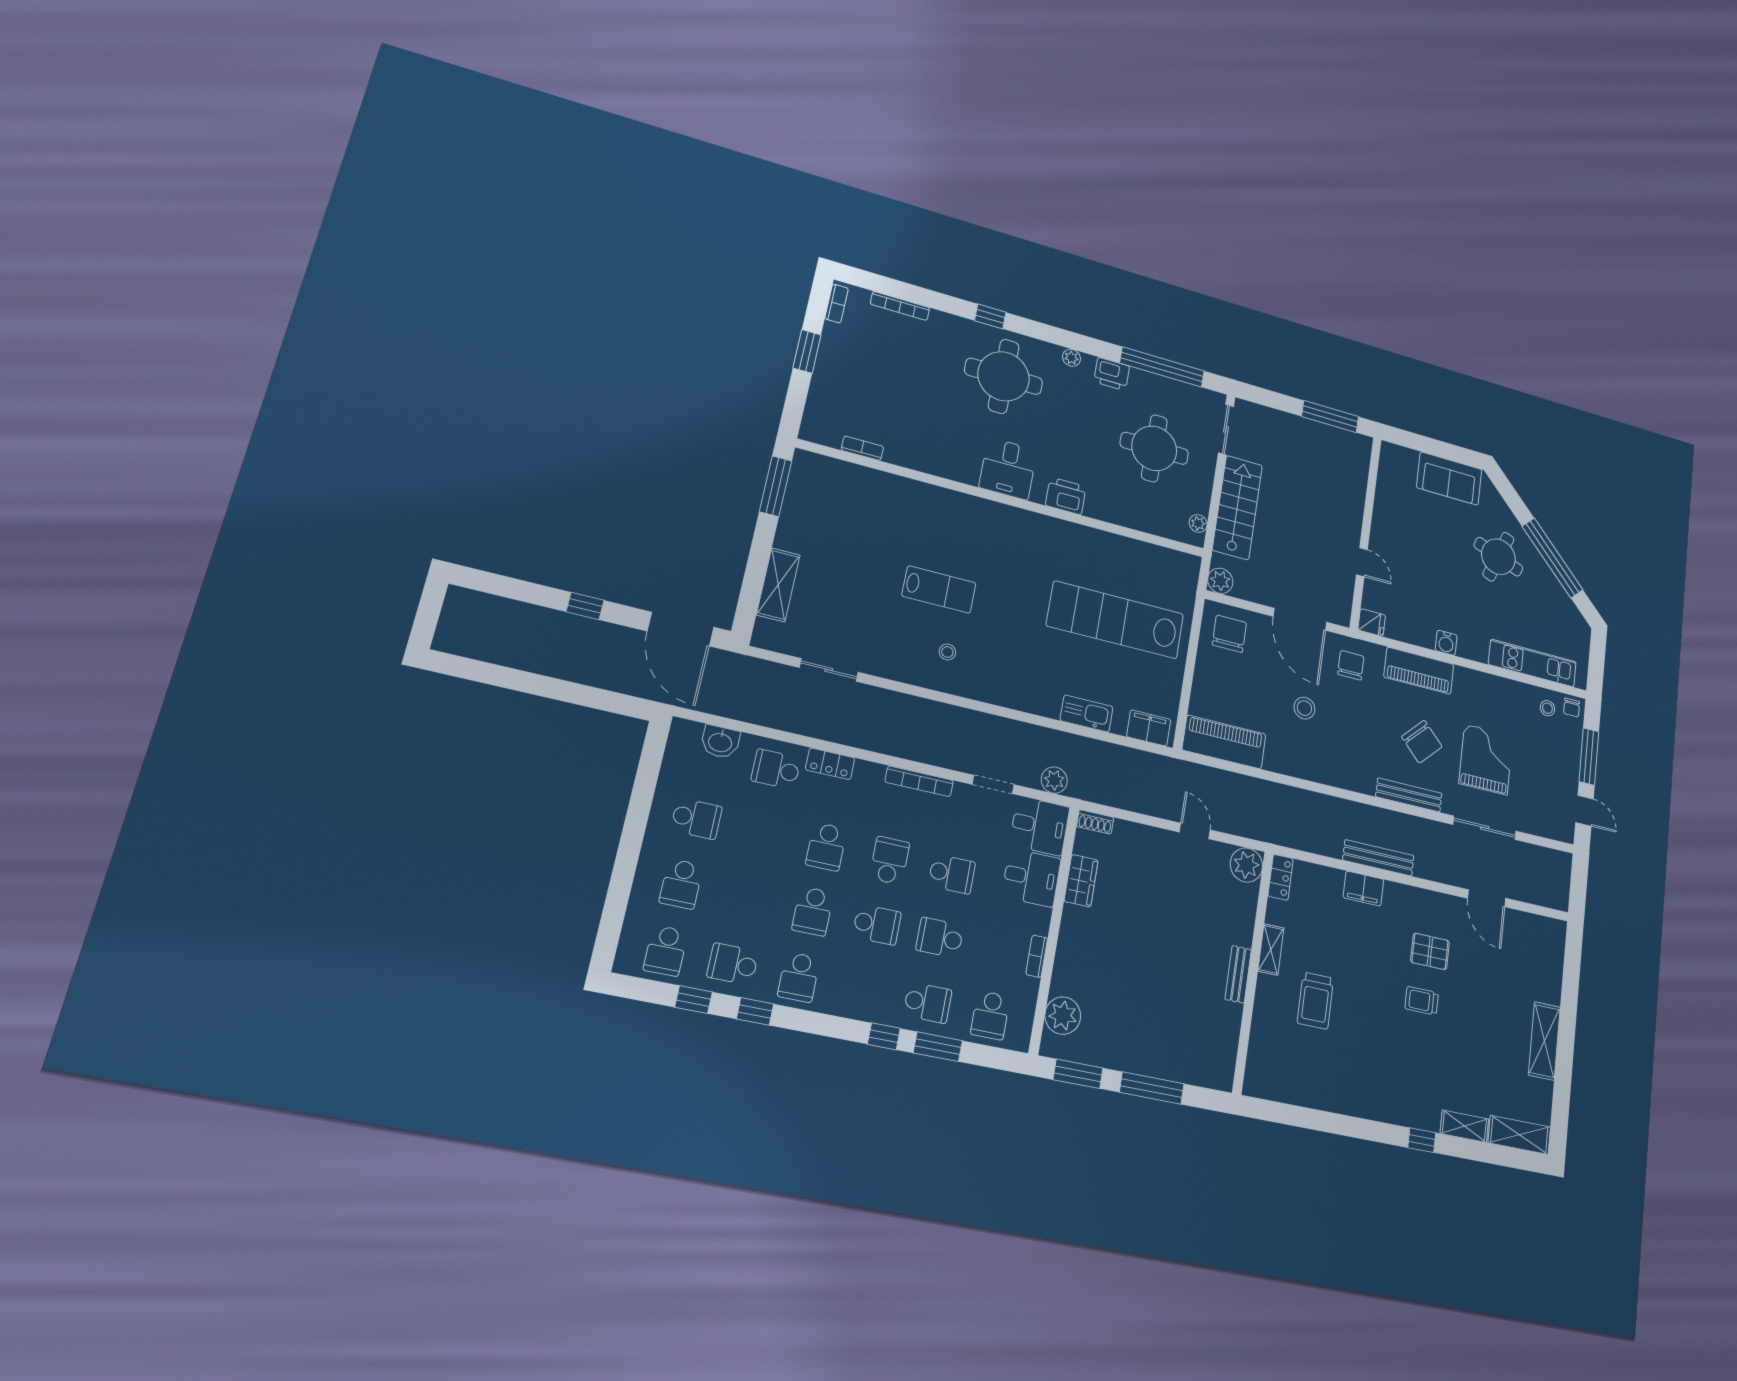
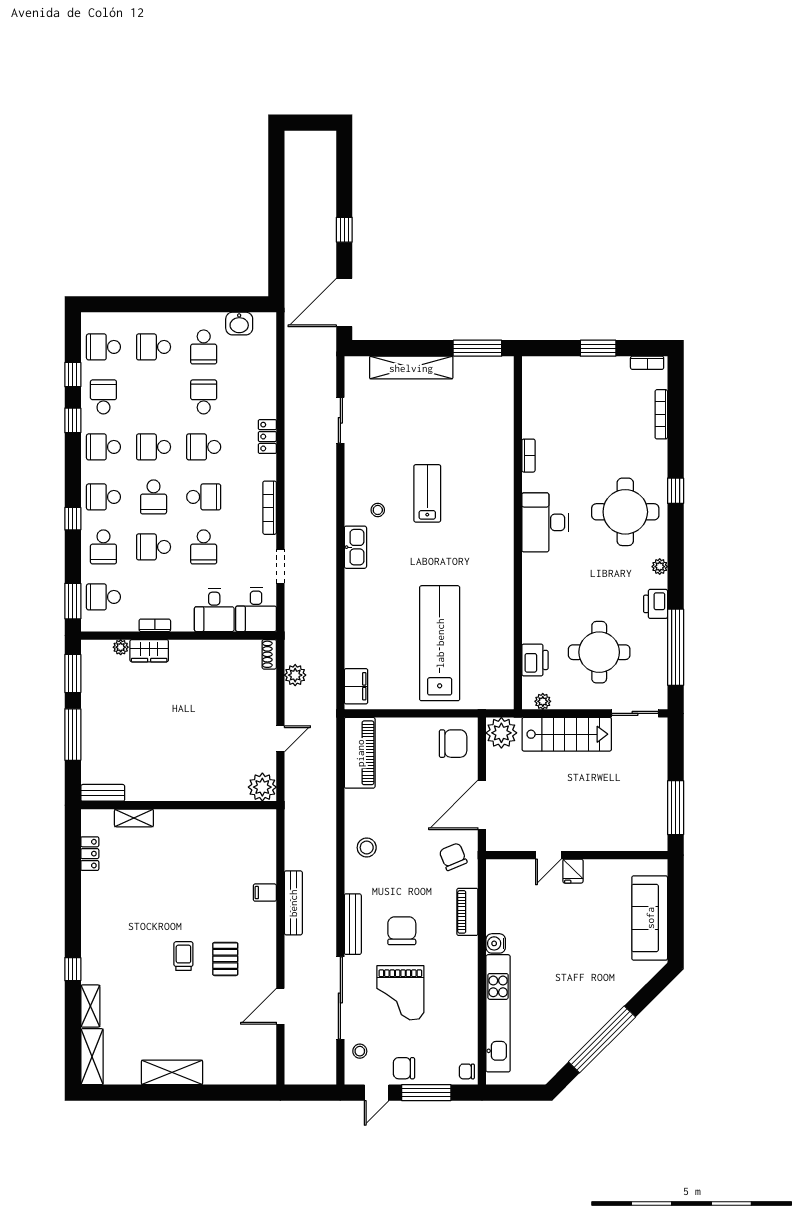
bookcase: (862, 448) -> (528, 456), moved
desk: (1008, 469) -> (545, 522), width x1.37
sofa: (1449, 479) -> (650, 918), width x1.36
printer: (1066, 496) -> (535, 660), moved
round table: (1498, 557) -> (589, 985), removed
plant: (1220, 581) -> (501, 733), width x1.36, depth x1.36
shelving: (778, 585) -> (411, 368), width x1.47
lab bench: (939, 589) -> (427, 493), turned 180
fridge: (1372, 622) -> (573, 871), moved
kitchen unit: (1532, 663) -> (498, 1013), width x1.36
chair: (1351, 665) -> (453, 857), turned -113
piano: (1419, 671) -> (467, 912), width x0.73, depth x0.75
stool: (1304, 708) -> (367, 848), moved
stool: (1547, 708) -> (360, 1051), moved
kitchen sink: (1087, 714) -> (355, 547), moved
washbasin: (720, 742) -> (239, 324), moved, turned -90
chair: (1422, 742) -> (402, 931), turned 135
grand piano: (1486, 759) -> (400, 993), turned 90
school desk: (776, 769) -> (204, 397), moved
chair: (1563, 775) -> (404, 1068), added
plant: (1054, 780) -> (295, 675), moved
sliding door: (1485, 828) -> (340, 998), width x1.36
locker: (1281, 877) -> (90, 854), moved, turned -90
wardrobe: (1081, 881) -> (149, 651), moved
filing cabinet: (1363, 889) -> (265, 893), width x0.50
school desk: (940, 938) -> (154, 547), turned -90
shelving: (1271, 950) -> (134, 818), moved
bench: (1238, 974) -> (103, 793), moved
school desk: (864, 990) -> (103, 497), added
trolley: (1315, 1001) -> (165, 862), removed
plant: (1063, 1016) -> (121, 647), width x0.53, depth x0.53
window: (938, 1047) -> (73, 601), moved

